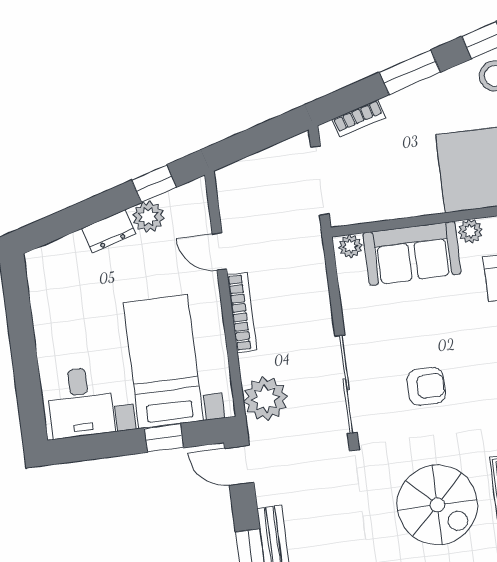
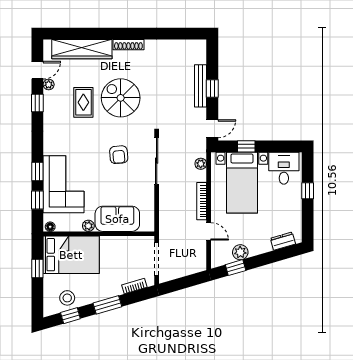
dresser: (109, 231) -> (283, 241), moved
plant: (350, 246) -> (146, 226), removed
window: (25, 362) -> (308, 191), added
armchair: (426, 387) -> (119, 155), turned -95
plant: (265, 399) -> (201, 164), width x0.53, depth x0.53
door: (239, 465) -> (212, 129), hinge flipped

